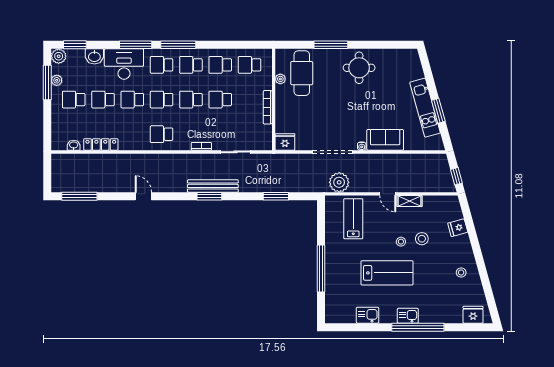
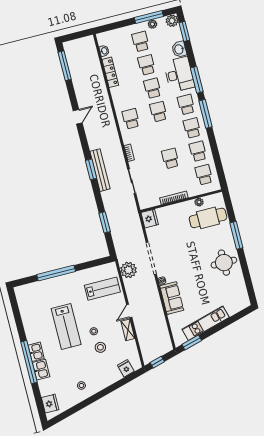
school desk: (191, 100) -> (164, 135), removed
window: (438, 111) -> (192, 342), moved
fridge: (458, 228) -> (126, 368), moved
kitchen sink: (368, 315) -> (41, 370), moved

